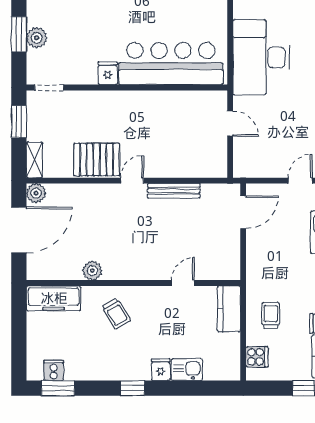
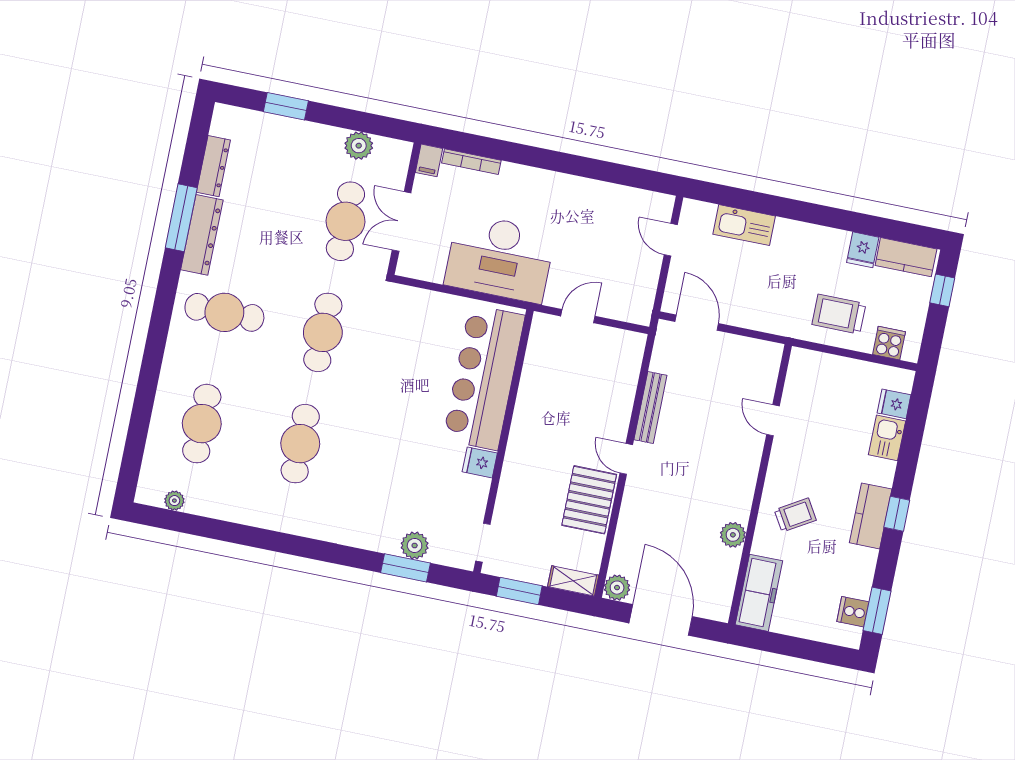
kitchen counter: (229, 309) -> (871, 516), moved, turned 90
trolley: (271, 316) -> (839, 314), width x1.36, depth x1.39
fridge: (161, 370) -> (894, 404), moved

